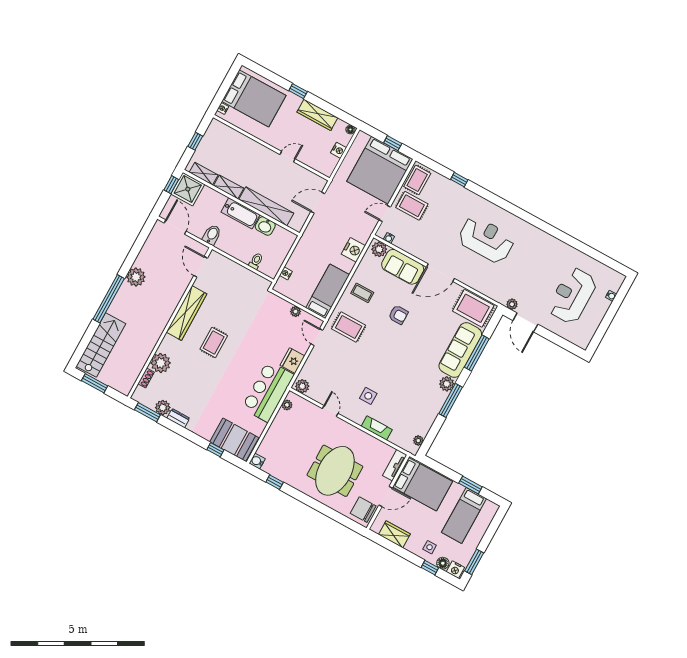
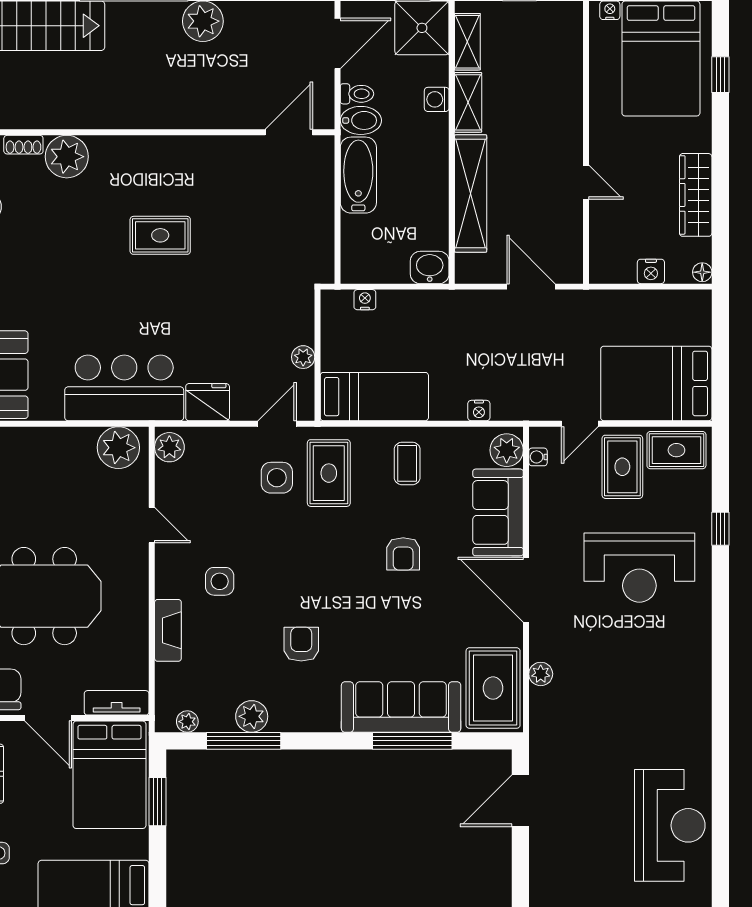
window: (298, 91) -> (720, 75), moved
window: (393, 143) -> (720, 366), removed
bed: (380, 170) -> (656, 383), width x0.73
washing machine: (220, 199) -> (437, 99), added
bathtub: (240, 213) -> (358, 175), moved, turned 180
door: (385, 214) -> (580, 424), swing flipped
washbasin: (265, 226) -> (430, 267), moved, turned 90
reception desk: (486, 240) -> (639, 568), moved, turned 90
nightstand: (353, 250) -> (479, 411), width x0.53, depth x0.56
toilet: (256, 261) -> (357, 94), moved
reception desk: (572, 296) -> (670, 825), moved, turned 90
plant: (512, 304) -> (541, 674), moved
wardrobe: (187, 313) -> (188, 154), removed
side table: (339, 349) -> (277, 478), added
armchair: (412, 377) -> (301, 644), added
plant: (447, 384) -> (252, 716), moved
window: (451, 400) -> (244, 741), moved
plant: (287, 405) -> (118, 448), width x1.88, depth x1.88
door: (330, 411) -> (152, 525), hinge flipped
window: (470, 485) -> (157, 802), moved

